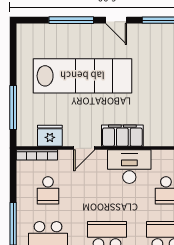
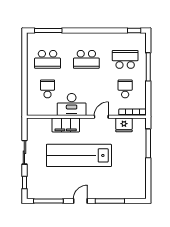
door: (116, 20) -> (80, 201), hinge flipped
lab bench: (82, 76) -> (79, 155), moved
filing cabinet: (122, 136) -> (66, 125), moved

